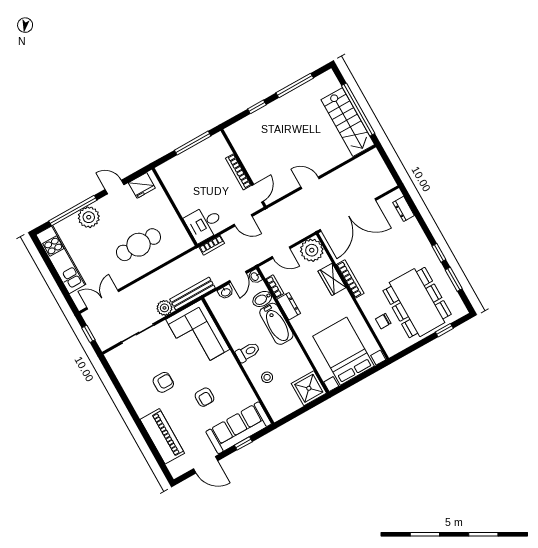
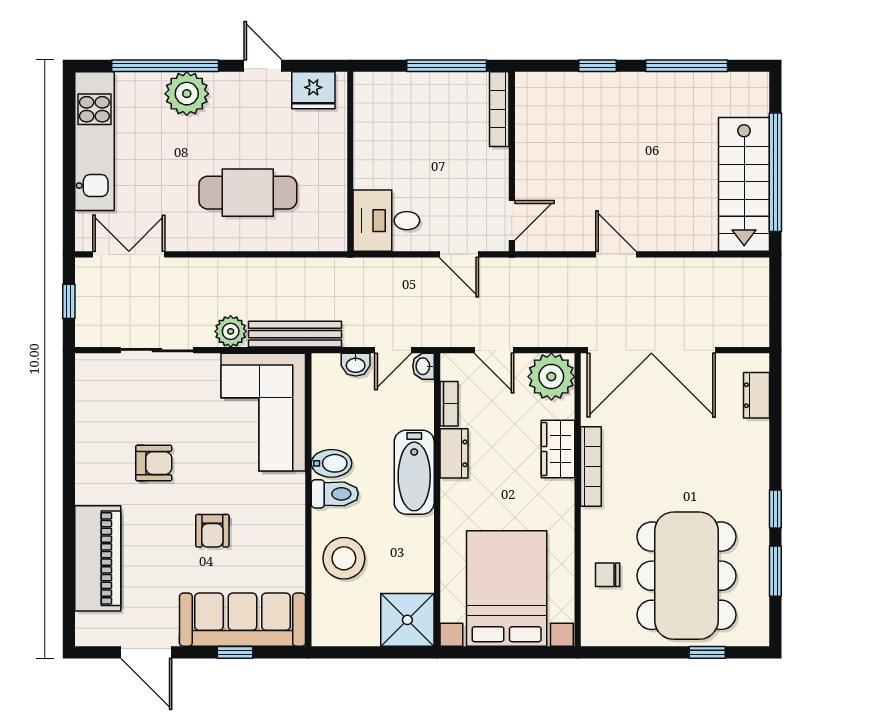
bookcase: (238, 172) -> (499, 109), moved
bookcase: (212, 245) -> (378, 267), removed
bidet: (262, 299) -> (332, 463), moved, turned 180
stool: (267, 377) -> (344, 558), width x1.89, depth x1.89

